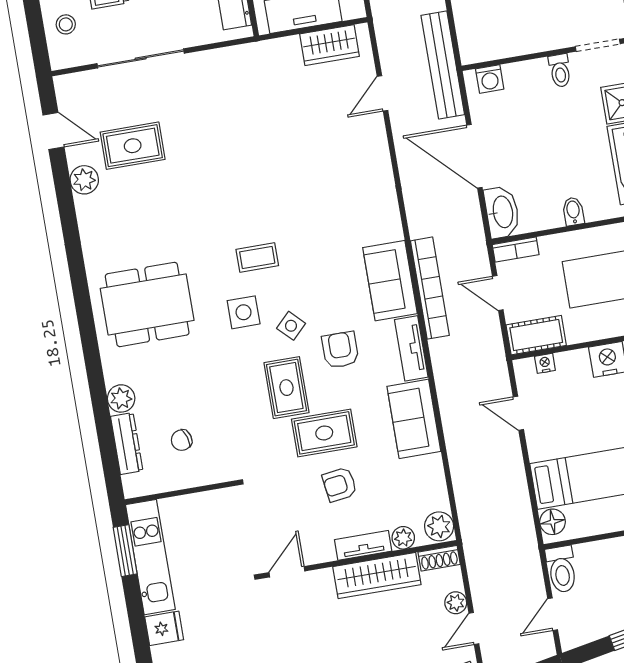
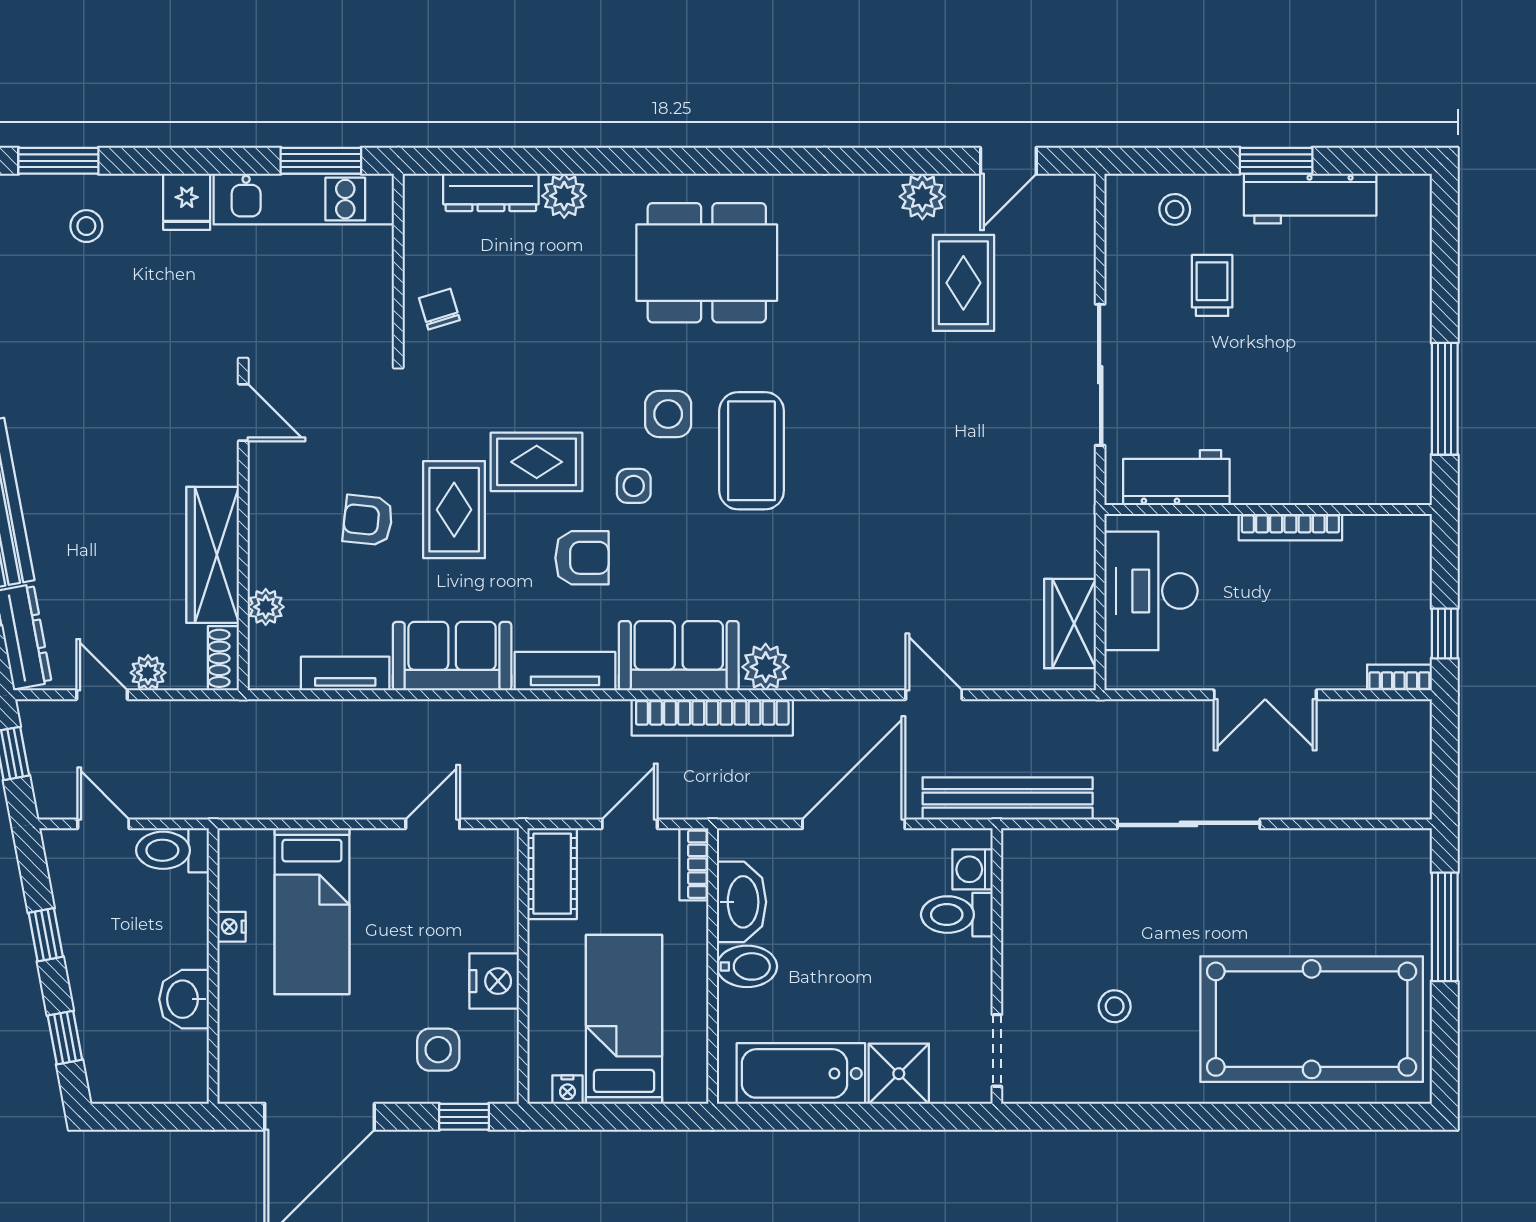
sliding door: (141, 58) -> (1100, 375), moved
toilet: (560, 71) -> (957, 915), moved, width x1.37, depth x1.39
door: (382, 93) -> (934, 695), moved
bidet: (573, 211) -> (747, 966), width x1.38, depth x1.36
washbasin: (502, 212) -> (742, 902), moved, turned -90
coffee table: (257, 258) -> (752, 451), width x1.86, depth x1.72
bookcase: (430, 288) -> (712, 717), moved
dining table: (147, 304) -> (707, 263), turned 90
side table: (291, 326) -> (634, 486), turned 45
nightstand: (545, 363) -> (231, 927), moved, turned 180
chair: (182, 440) -> (439, 309), moved
armchair: (340, 484) -> (368, 520), turned -76
floor lamp: (553, 522) -> (250, 849), removed
plant: (439, 526) -> (766, 667), moved
tv unit: (363, 545) -> (345, 674), moved, turned -90

